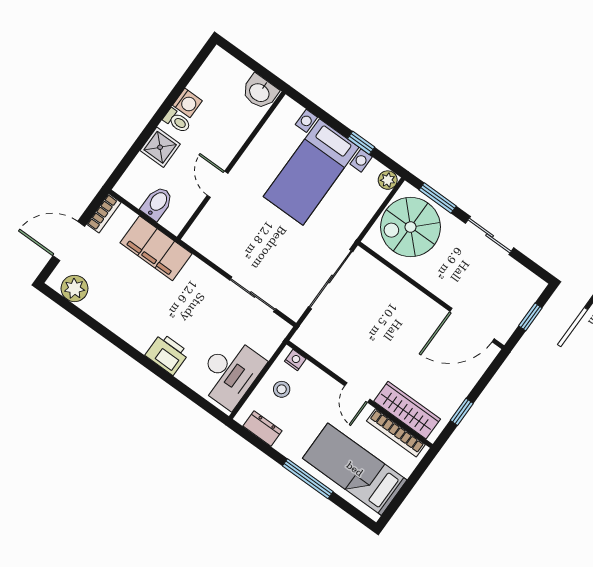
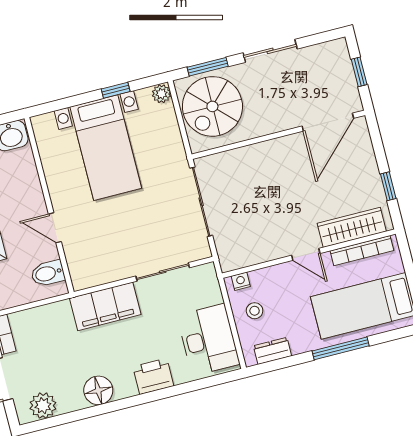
bidet: (157, 203) -> (48, 273), moved, turned -90
filing cabinet: (156, 248) -> (105, 306), moved
floor lamp: (121, 321) -> (98, 390), added

